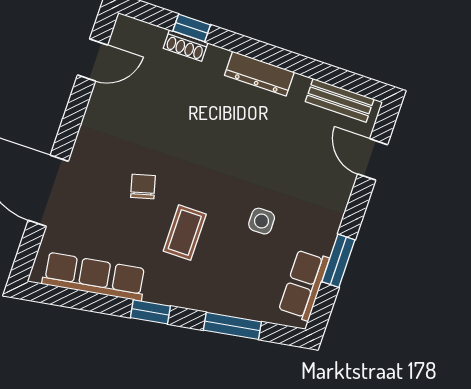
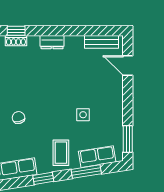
dresser: (259, 74) -> (52, 42), width x0.70
coffee table: (185, 233) -> (61, 153), moved
window: (338, 261) -> (128, 139), moved
row of seats: (304, 285) -> (97, 157), moved, turned 81

